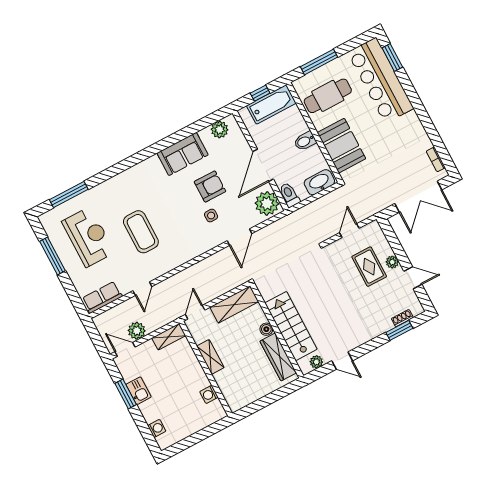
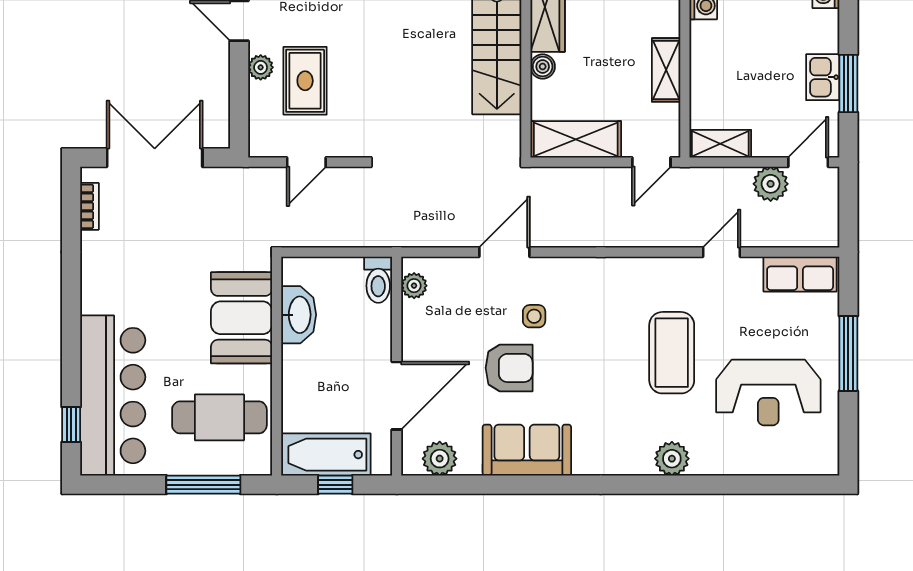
window: (392, 58) -> (71, 425), width x0.67
bidet: (305, 141) -> (301, 359), removed
door: (263, 165) -> (397, 396), moved
washbasin: (319, 182) -> (299, 315), moved, turned -90
plant: (116, 184) -> (672, 459), added
armchair: (210, 186) -> (509, 368), turned 180
window: (69, 194) -> (763, 485), removed
plant: (267, 203) -> (414, 286), width x0.53, depth x0.53
reception desk: (88, 237) -> (768, 393), turned -90
window: (53, 256) -> (848, 353), moved
door: (125, 349) -> (808, 162), swing flipped

